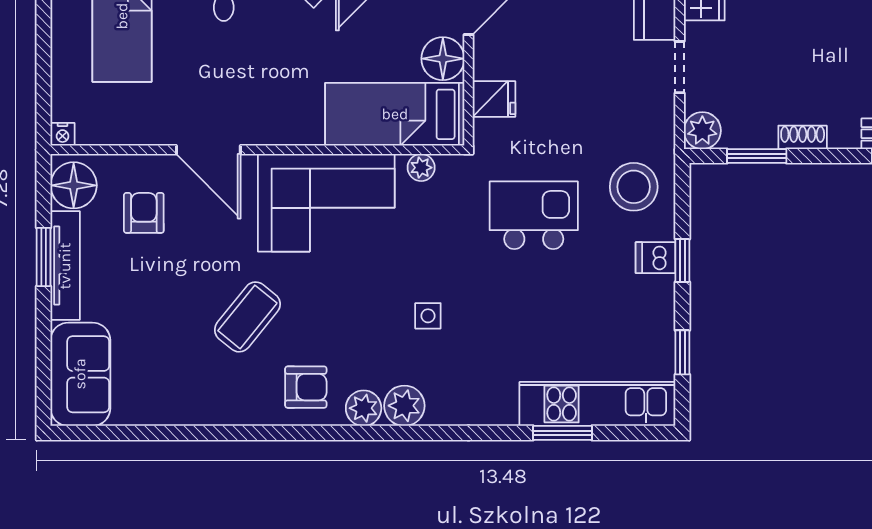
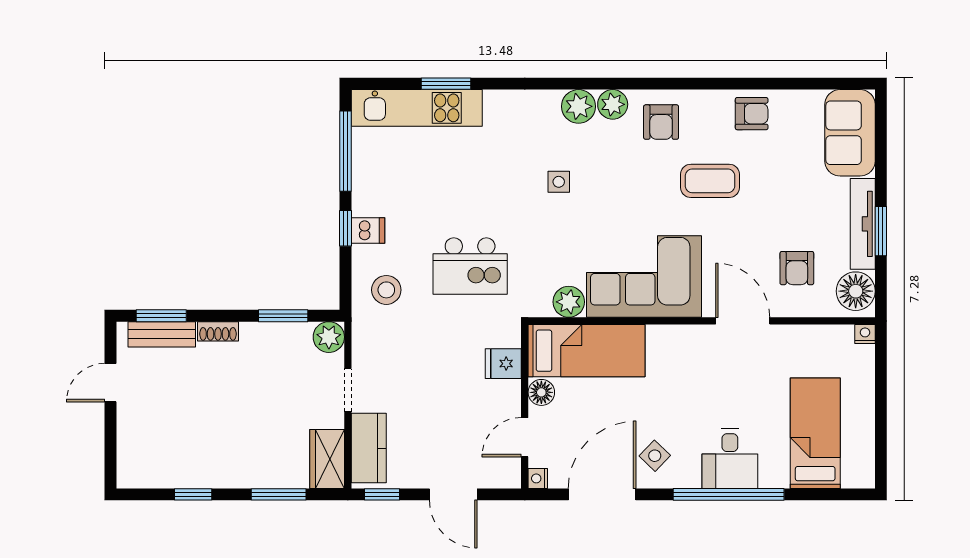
floor lamp: (443, 59) -> (541, 392), width x0.73, depth x0.73
shoe rack: (803, 137) -> (218, 331), moved
plant: (421, 168) -> (569, 302), width x1.38, depth x1.38
stool: (634, 187) -> (386, 290), width x0.73, depth x0.73
coffee table: (247, 317) -> (710, 181), turned 51
window: (682, 352) -> (345, 151), width x2.17
armchair: (306, 387) -> (661, 122), turned -90
armchair: (198, 397) -> (752, 114), added

